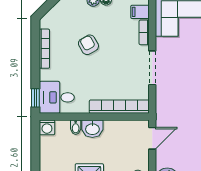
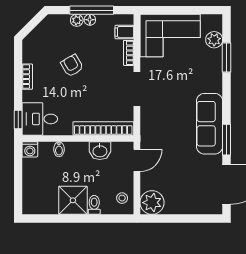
bookcase: (44, 49) -> (27, 77), width x0.64
washbasin: (92, 129) -> (100, 151), moved

